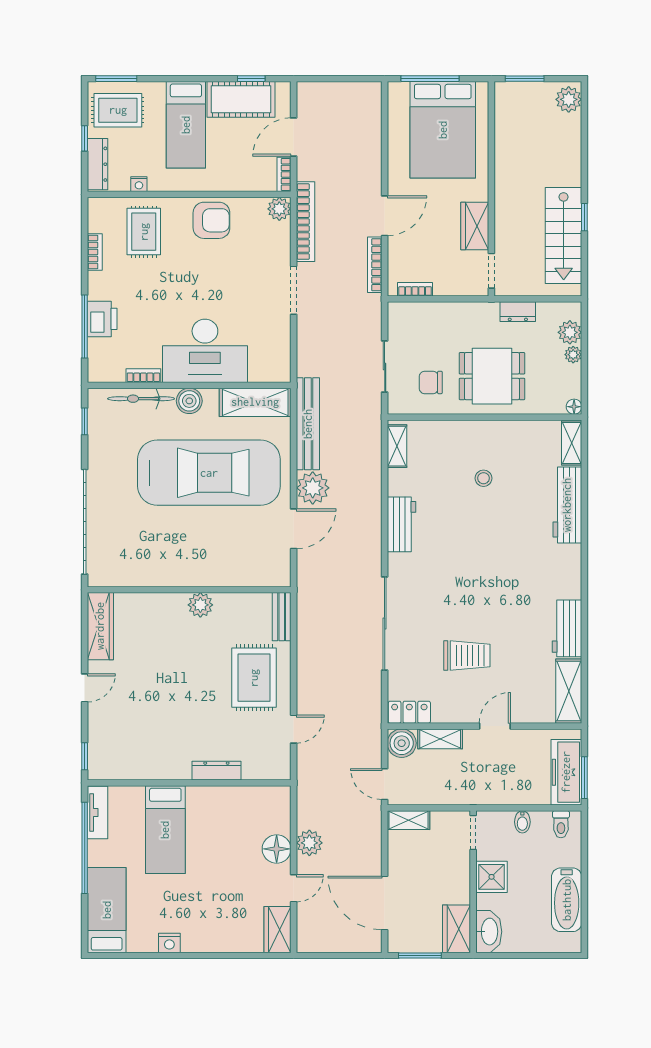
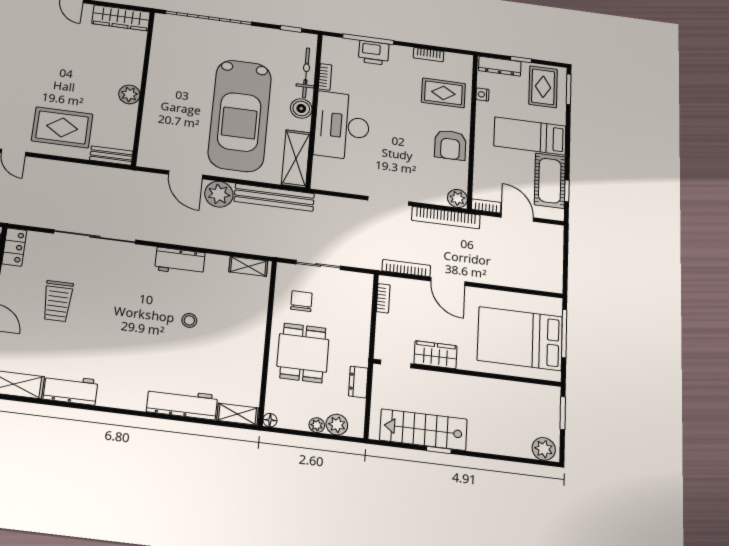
stool: (484, 478) -> (189, 320), moved

